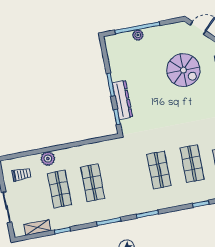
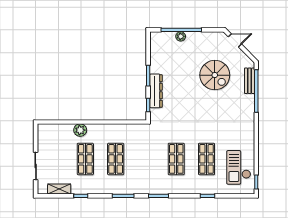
trolley: (21, 174) -> (54, 140), removed

